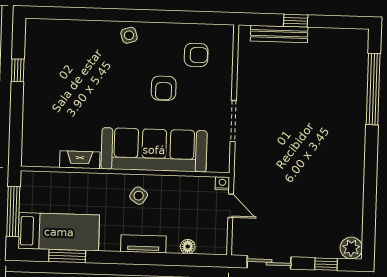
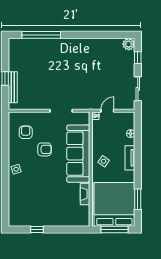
bed: (59, 232) -> (114, 204), width x2.04

